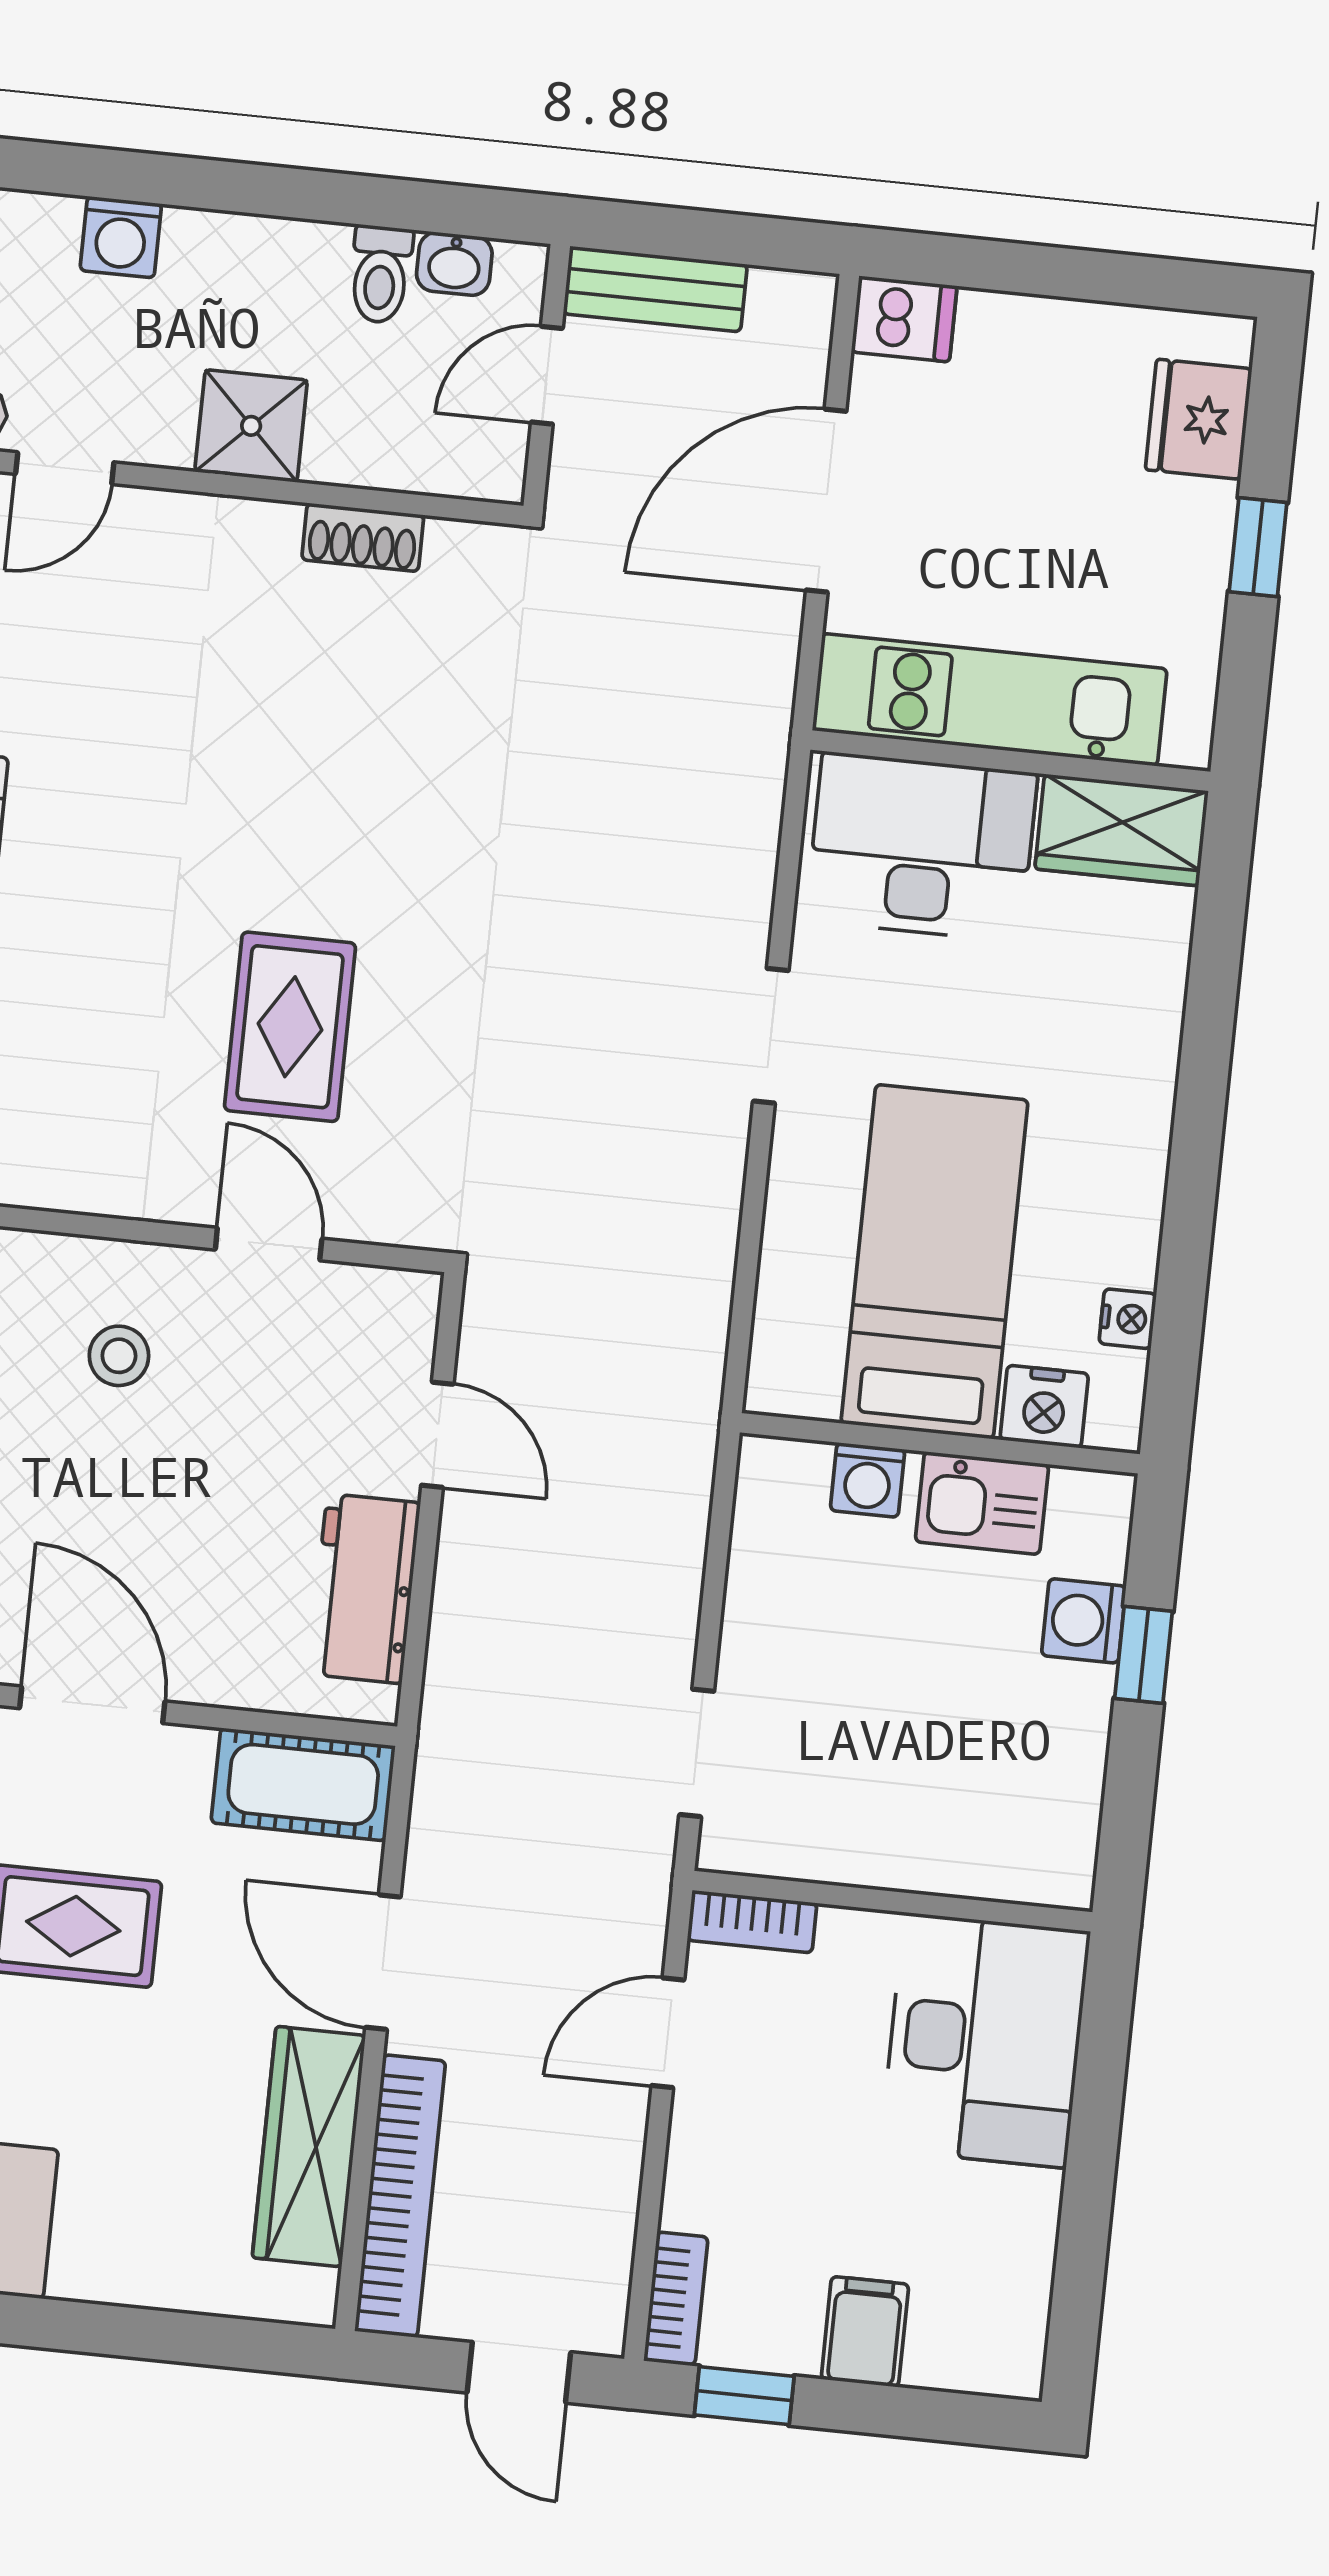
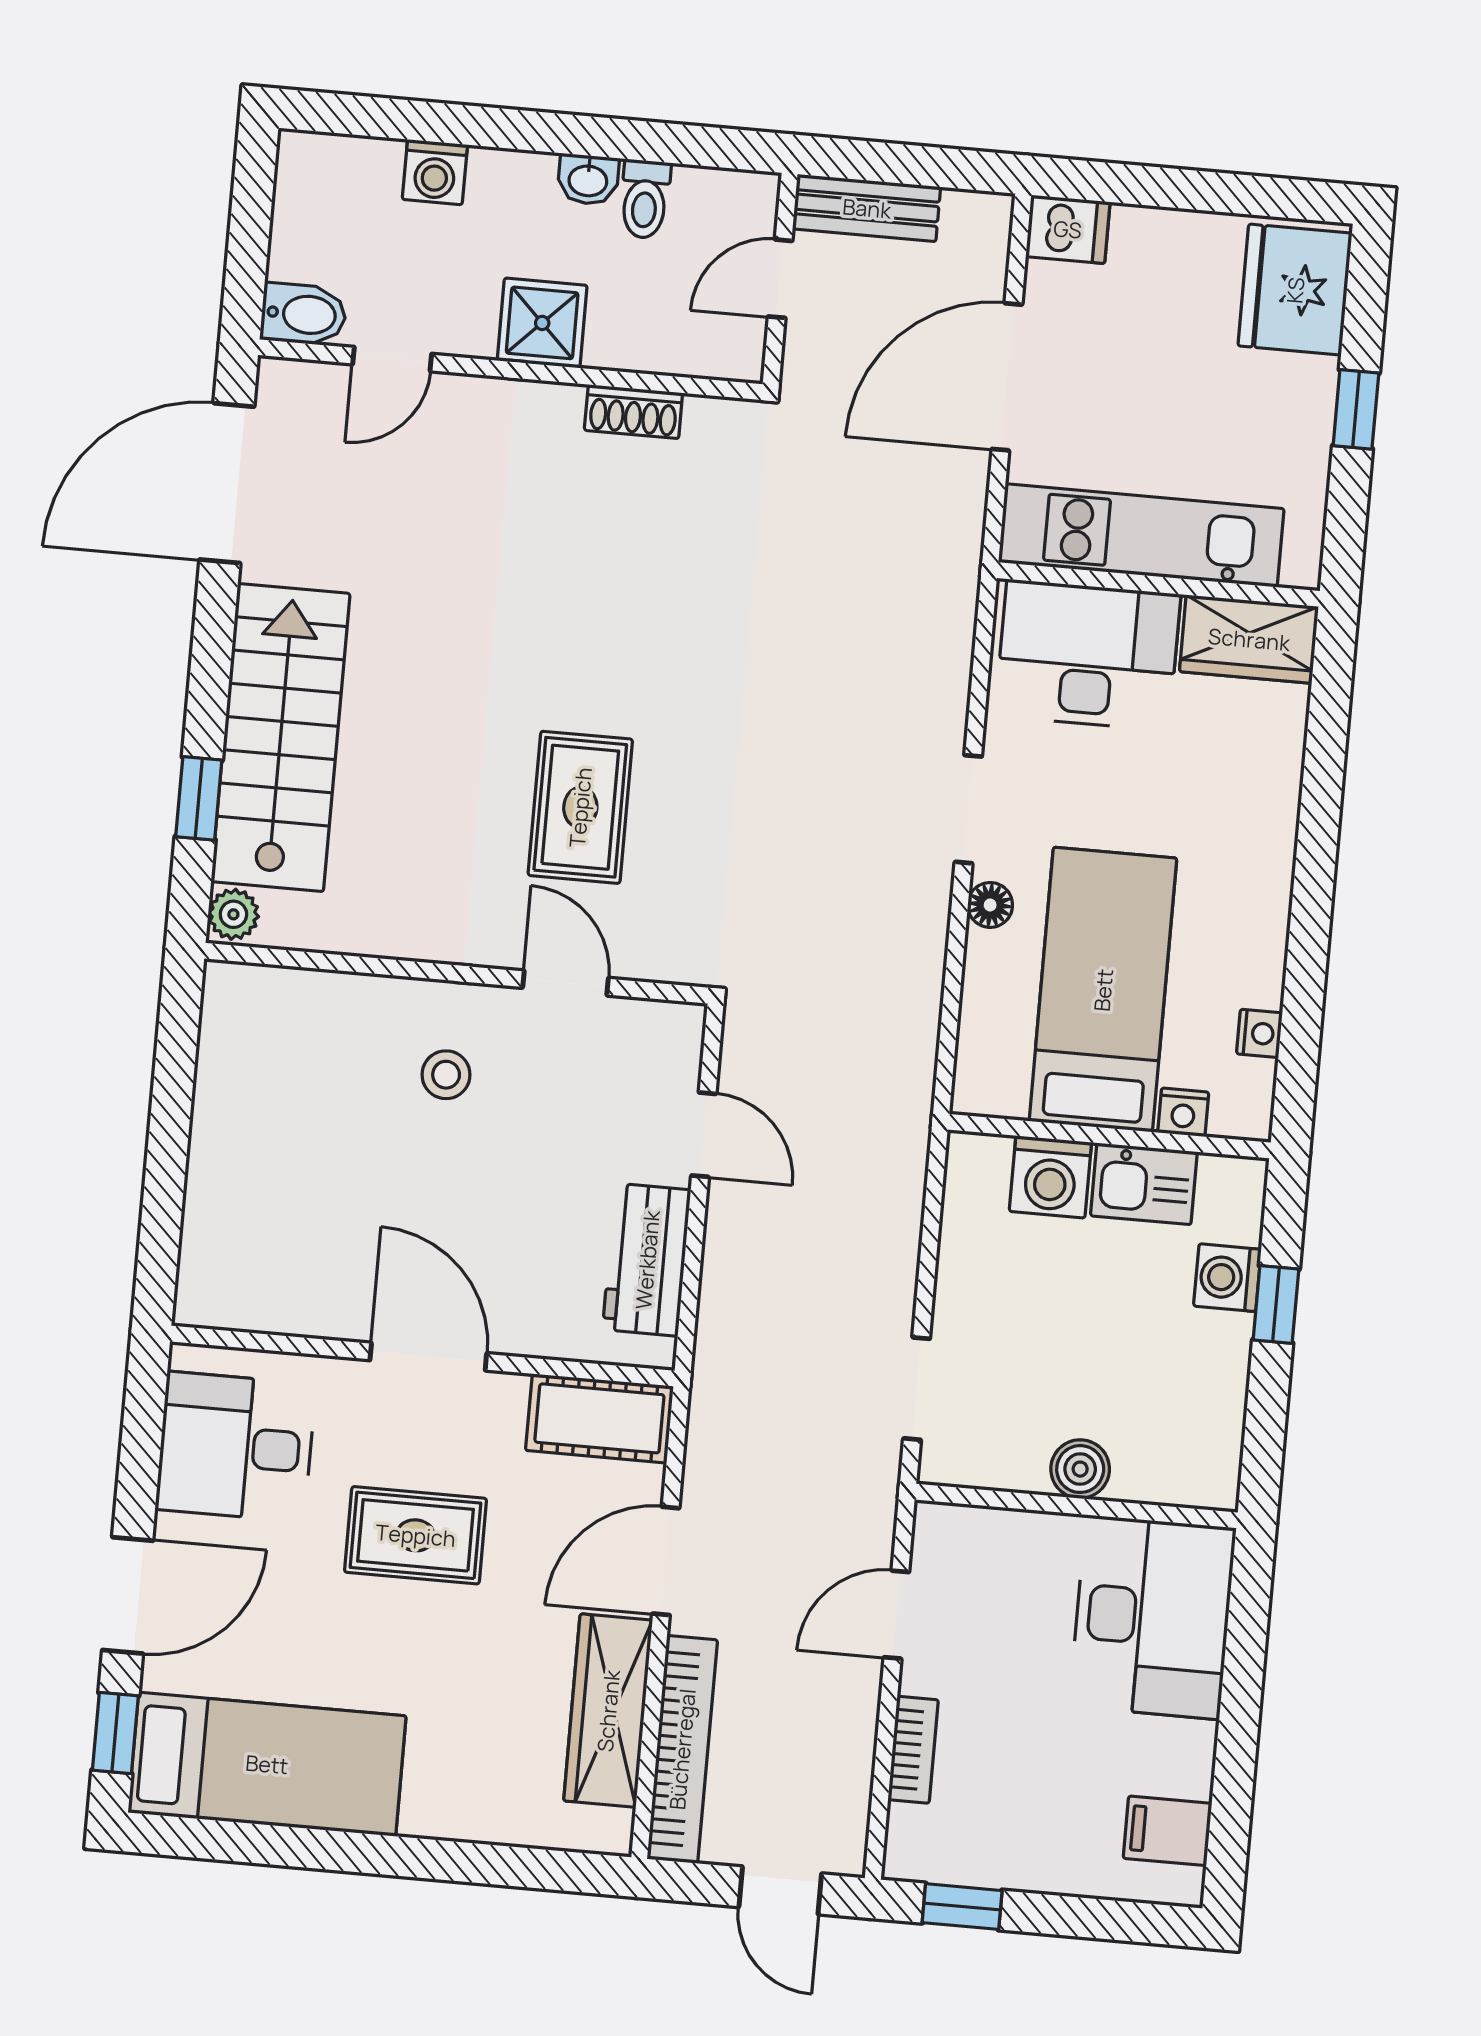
washbasin: (454, 264) -> (588, 179), moved
fridge: (1199, 419) -> (1295, 290), width x1.36, depth x1.34
floor lamp: (796, 1155) -> (990, 905), added
nightstand: (1044, 1407) -> (1183, 1112), width x0.72, depth x0.74
washing machine: (868, 1480) -> (1050, 1177), width x1.38, depth x1.38
boiler: (898, 1855) -> (1080, 1469), added
bookcase: (752, 1922) -> (963, 1524), removed
door: (383, 1962) -> (666, 1561), hinge flipped
bookcase: (676, 2298) -> (913, 1750), moved
filing cabinet: (865, 2332) -> (1167, 1831), moved, turned -90

